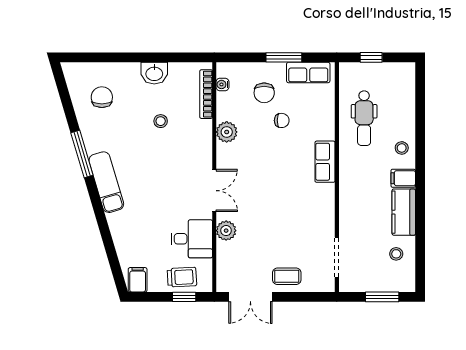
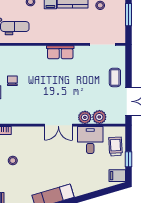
plant: (227, 132) -> (99, 117), moved
row of seats: (325, 162) -> (60, 52), moved
double door: (214, 191) -> (58, 125), swing flipped
window: (184, 297) -> (128, 159), moved

